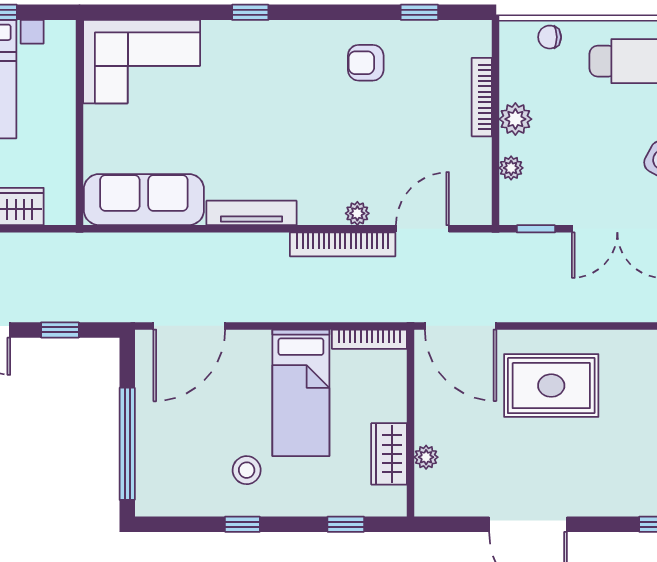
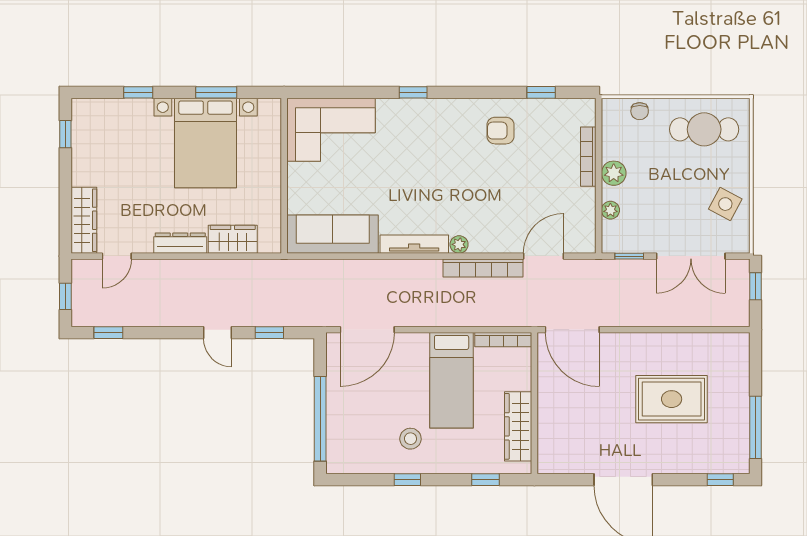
chair: (550, 37) -> (640, 111), turned -90
plant: (357, 213) -> (459, 244), moved
rug: (551, 386) -> (672, 399), moved
wardrobe: (389, 454) -> (518, 426), width x1.50
plant: (426, 457) -> (546, 429), removed

